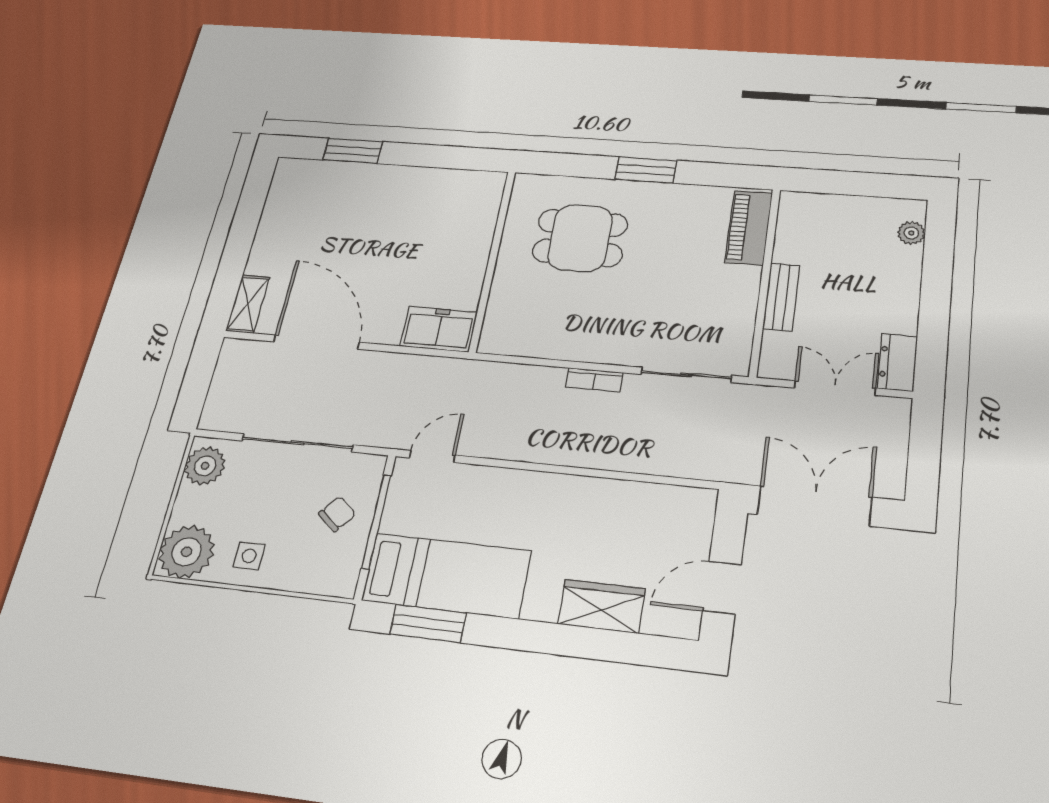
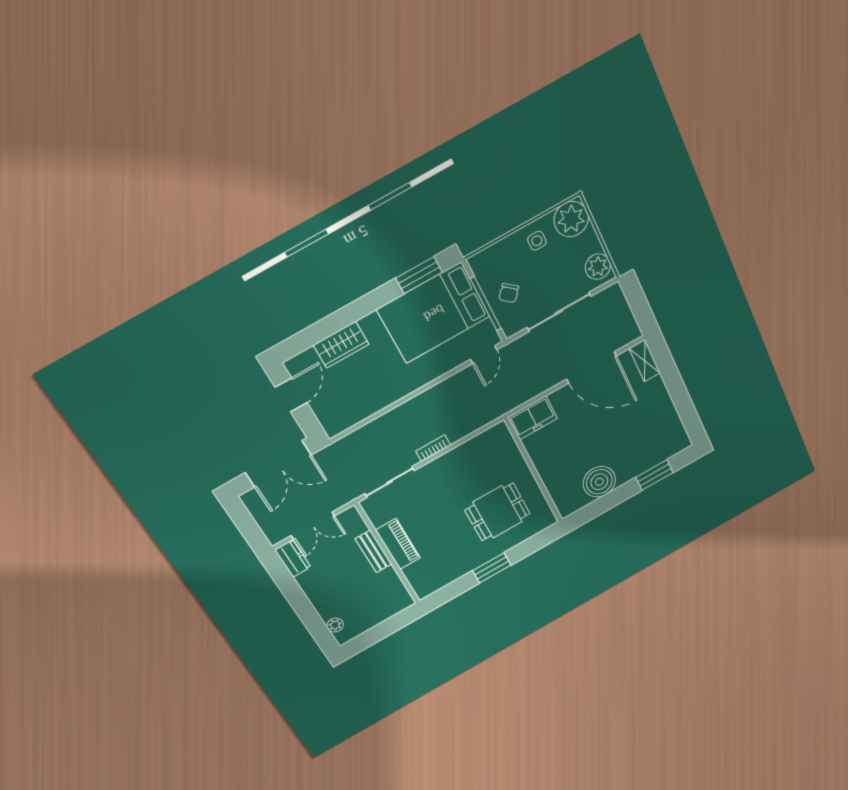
boiler: (425, 189) -> (599, 482), added
piano: (749, 228) -> (398, 544), moved
bed: (446, 576) -> (434, 313), width x1.50

